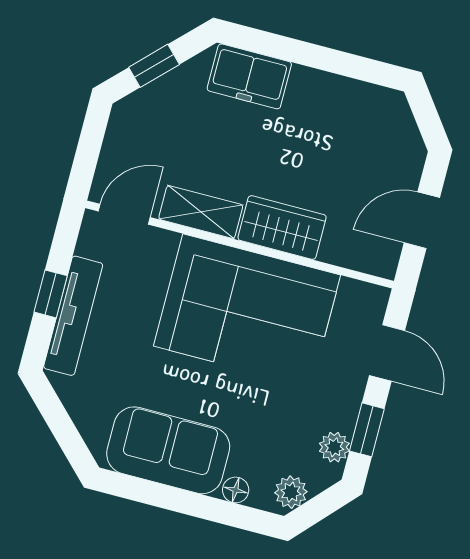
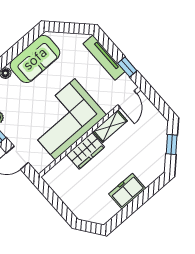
freezer: (249, 76) -> (127, 191), moved
door: (422, 220) -> (55, 201), removed
window: (51, 294) -> (127, 67), moved

